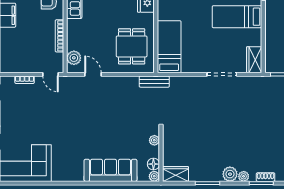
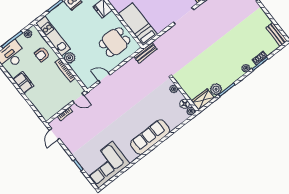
dining table: (132, 46) -> (115, 42), turned 90
plant: (74, 58) -> (70, 58), moved
sofa: (110, 170) -> (150, 137), moved
plant: (230, 174) -> (216, 89), moved

